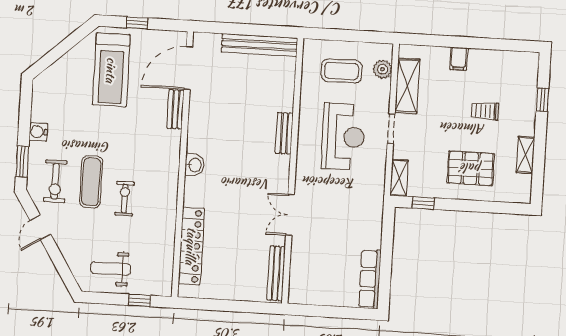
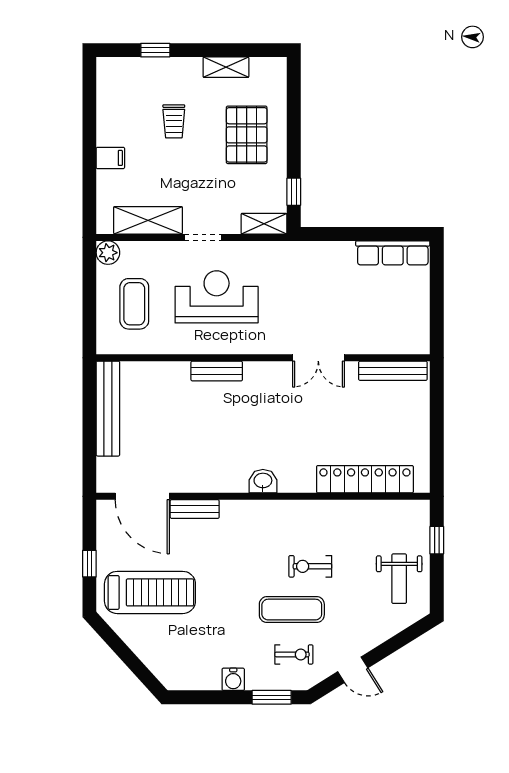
plant: (383, 69) -> (108, 253), moved
exercise bike: (55, 181) -> (294, 654), width x0.73, depth x0.72

